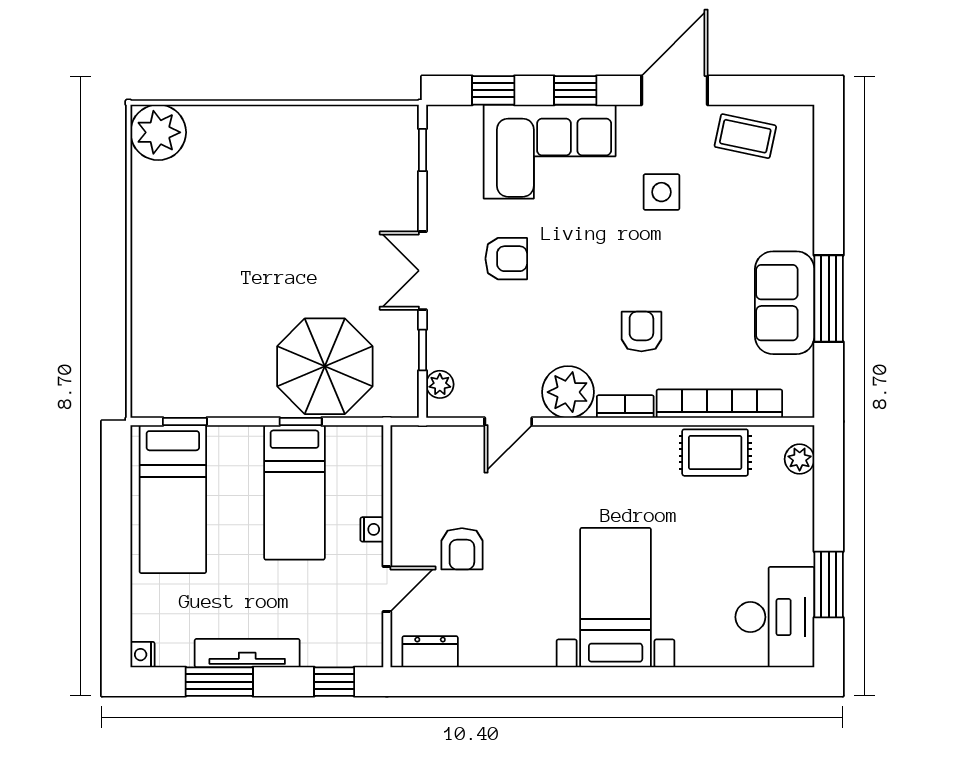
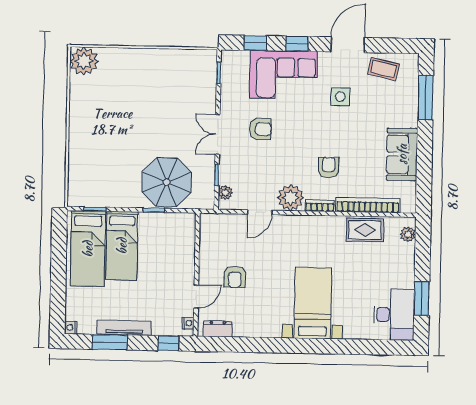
window: (829, 299) -> (426, 98), moved
bed: (294, 492) -> (122, 246), moved
nightstand: (372, 529) -> (188, 323), moved

